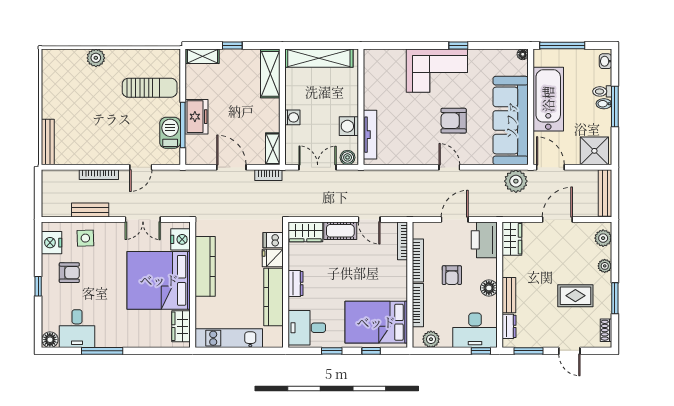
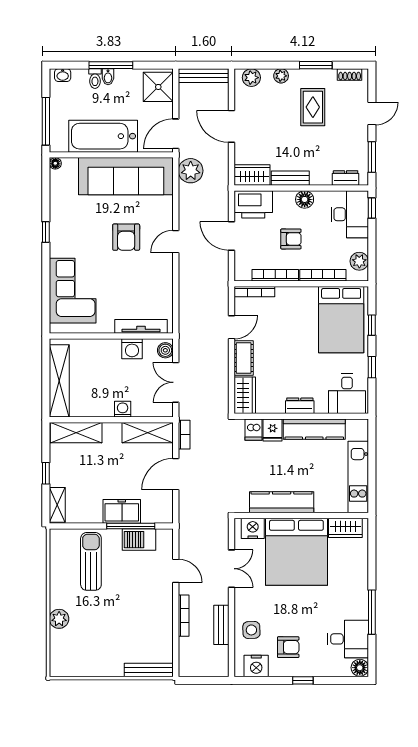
corner sofa: (437, 71) -> (73, 291), moved
shelving: (273, 149) -> (148, 433), width x1.50, depth x1.33
armchair: (69, 273) -> (288, 647), turned 90
bench: (509, 295) -> (290, 178), moved

